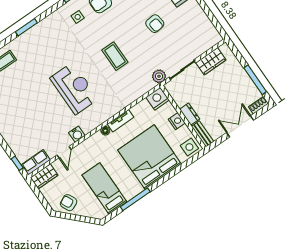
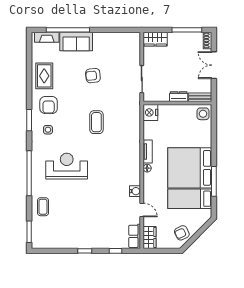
armchair: (155, 24) -> (93, 76), turned 180
window: (26, 27) -> (29, 173), width x2.11
coffee table: (115, 56) -> (96, 122), turned 90
wardrobe: (211, 61) -> (155, 39), moved, turned 90
plant: (159, 76) -> (134, 100), removed
reception desk: (74, 88) -> (67, 166), moved
nightstand: (177, 121) -> (177, 110), removed
bed: (150, 157) -> (190, 168), moved
window: (17, 163) -> (116, 251), moved

